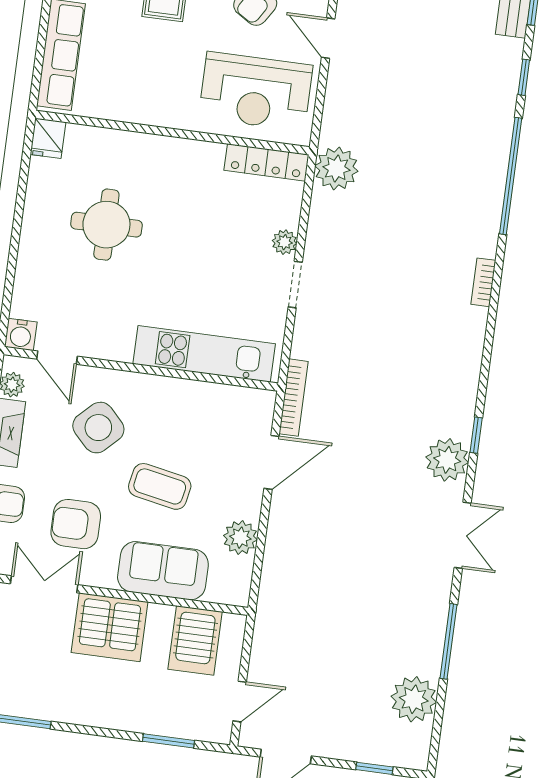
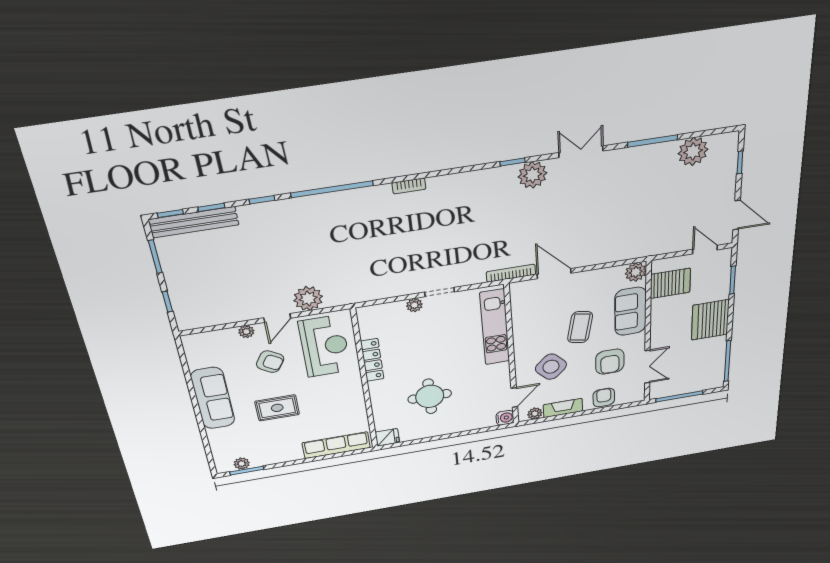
locker: (266, 162) -> (372, 360), moved
plant: (336, 168) -> (308, 299), moved
plant: (240, 538) -> (636, 272), moved
double door: (44, 584) -> (647, 367), swing flipped
server rack: (110, 627) -> (710, 320), moved, turned 180

